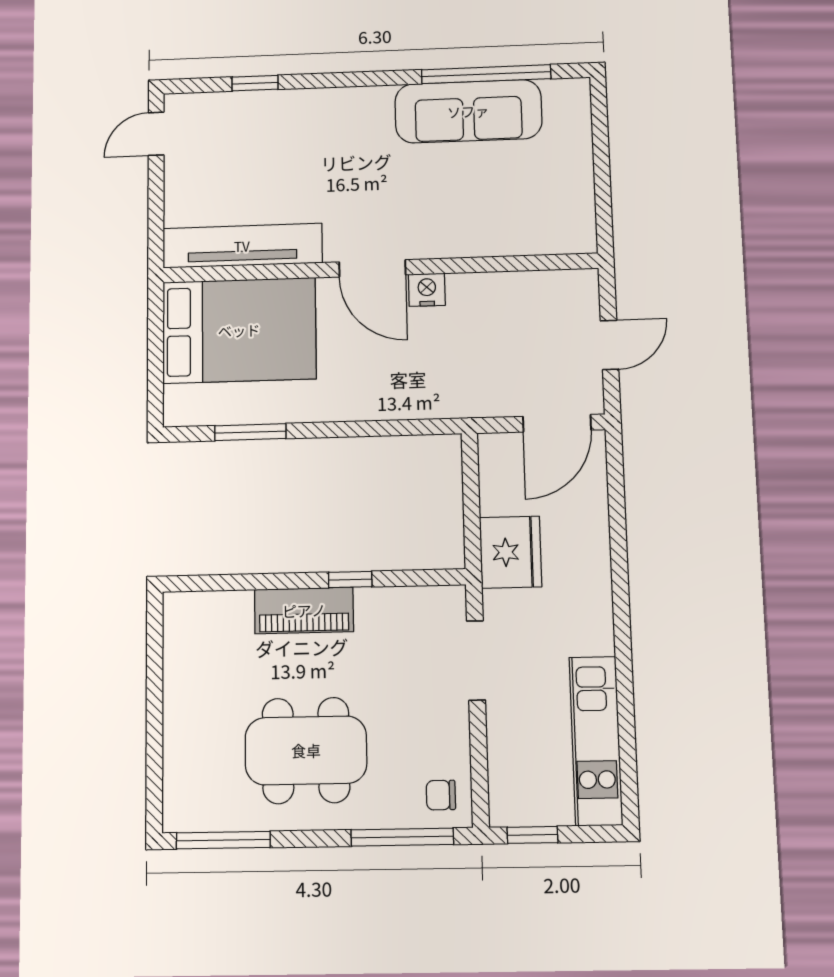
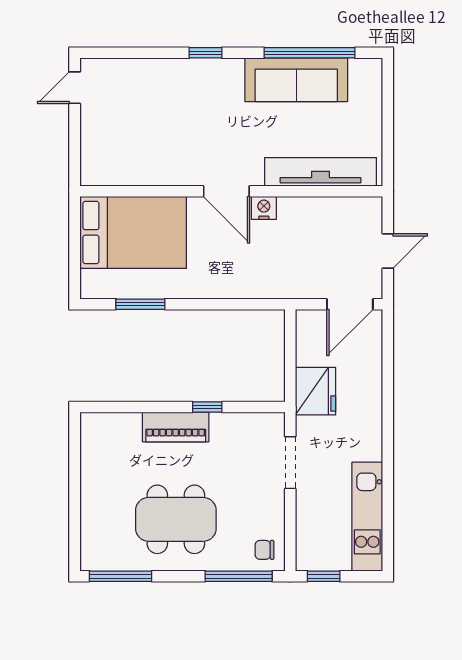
window: (255, 83) -> (206, 53), moved
tv unit: (242, 246) -> (320, 172), moved

